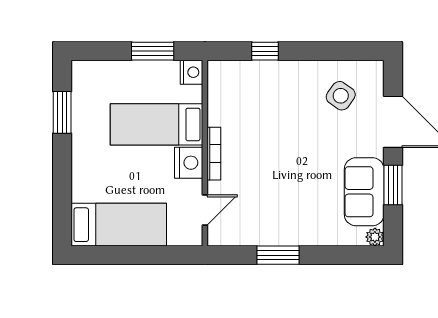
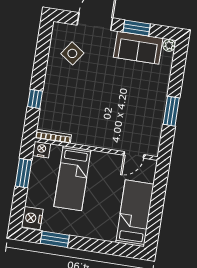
bookcase: (214, 154) -> (53, 136), moved
nightstand: (189, 163) -> (32, 218), moved, turned -90
door: (205, 210) -> (134, 155), swing flipped

